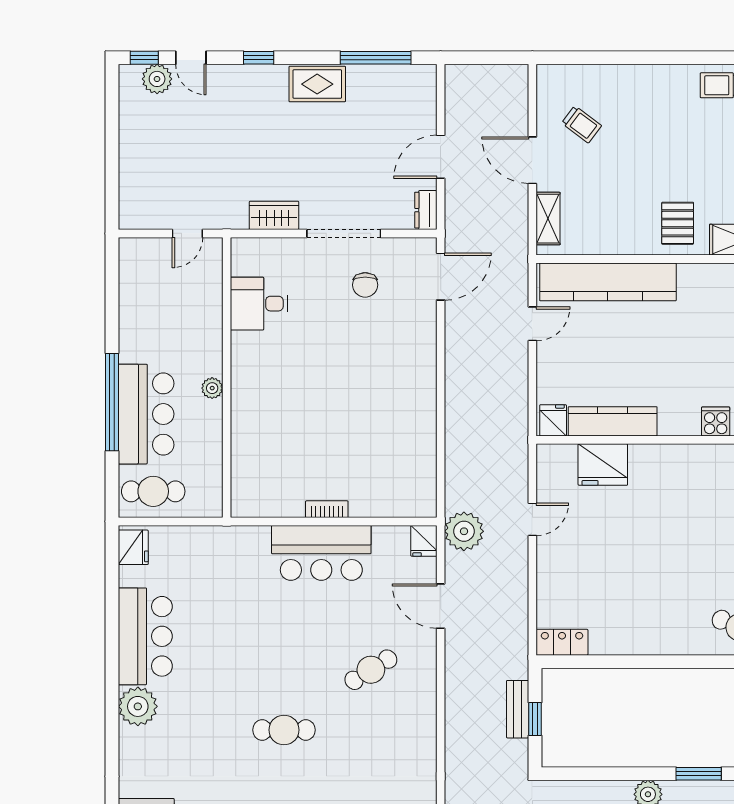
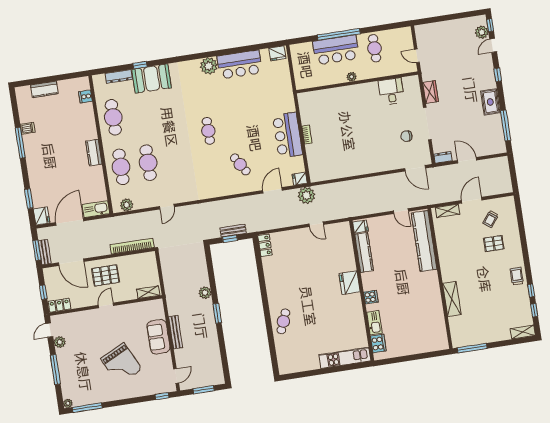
pallet: (678, 223) -> (494, 244), moved
fridge: (603, 465) -> (350, 283), moved
cafe table: (153, 491) -> (375, 48), moved

